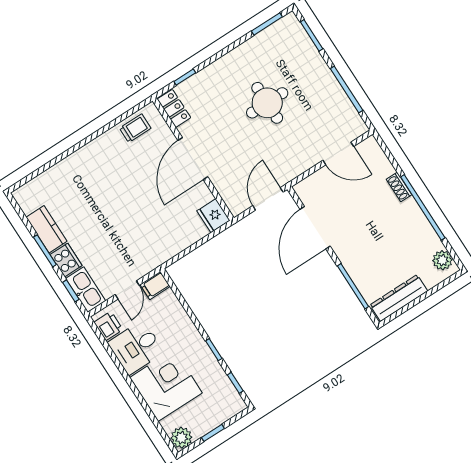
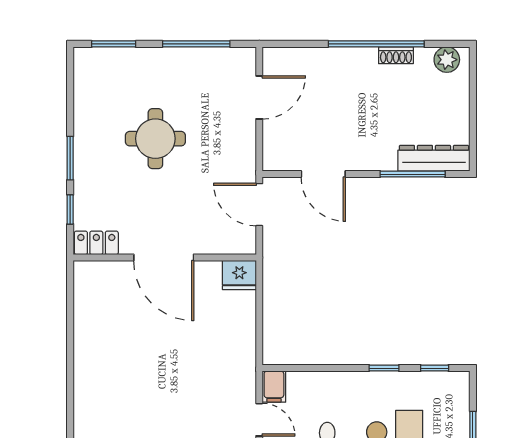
window: (267, 24) -> (70, 158), moved
trolley: (135, 128) -> (91, 298), removed
shoe rack: (399, 187) -> (396, 55), moved
door: (315, 228) -> (323, 174), width x0.73
dresser: (399, 298) -> (434, 158), moved, turned 90

